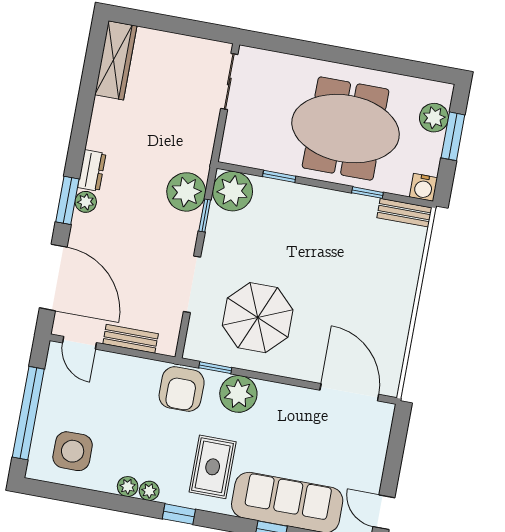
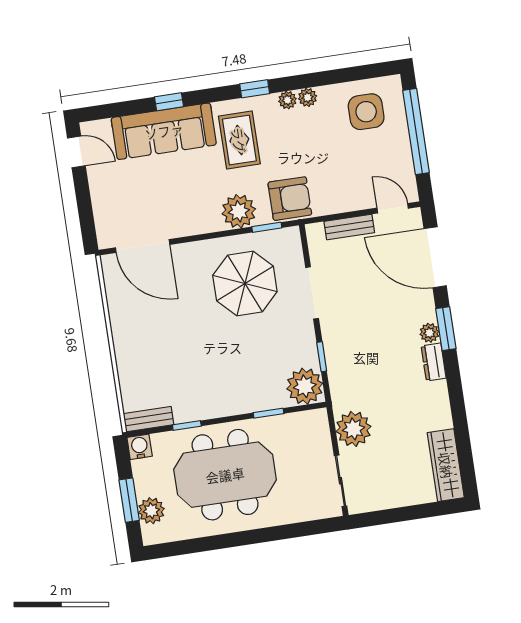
plant: (186, 192) -> (354, 429), moved
armchair: (182, 389) -> (290, 199), turned 90

